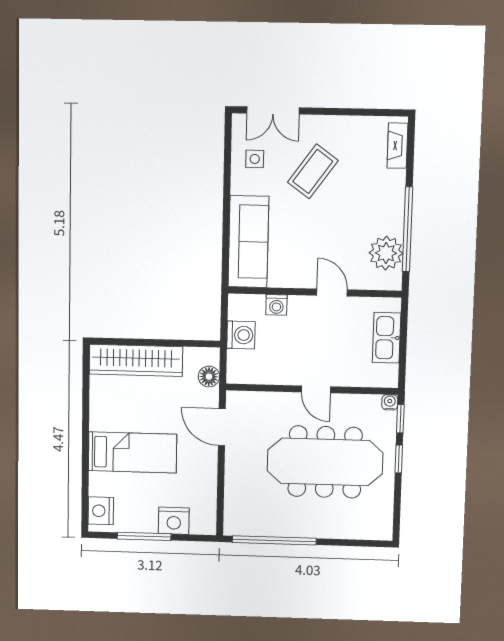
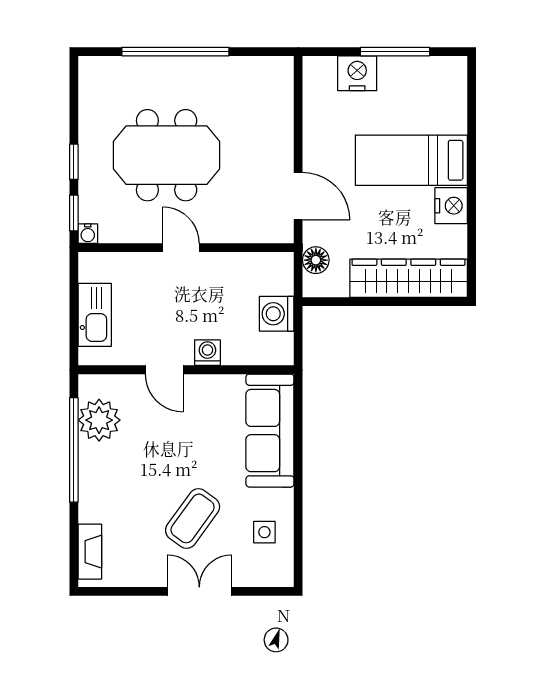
double door: (273, 110) -> (199, 591), moved
washing machine: (276, 305) -> (207, 353), moved
meeting table: (325, 462) -> (167, 155), width x0.73
nightstand: (101, 511) -> (451, 206), moved
window: (274, 540) -> (175, 52), moved

